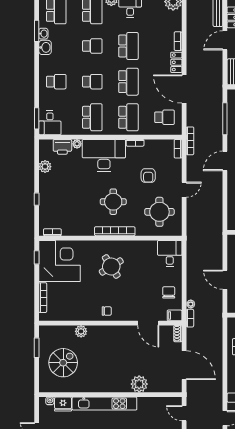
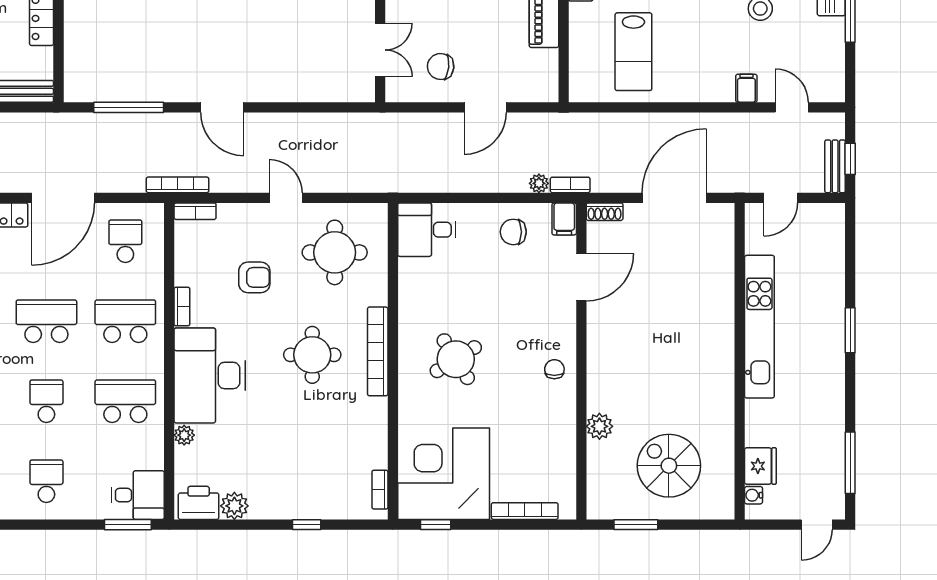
printer: (62, 147) -> (199, 503), moved, turned -90
plant: (139, 384) -> (716, 297), removed
kitchen unit: (104, 404) -> (759, 327), moved

